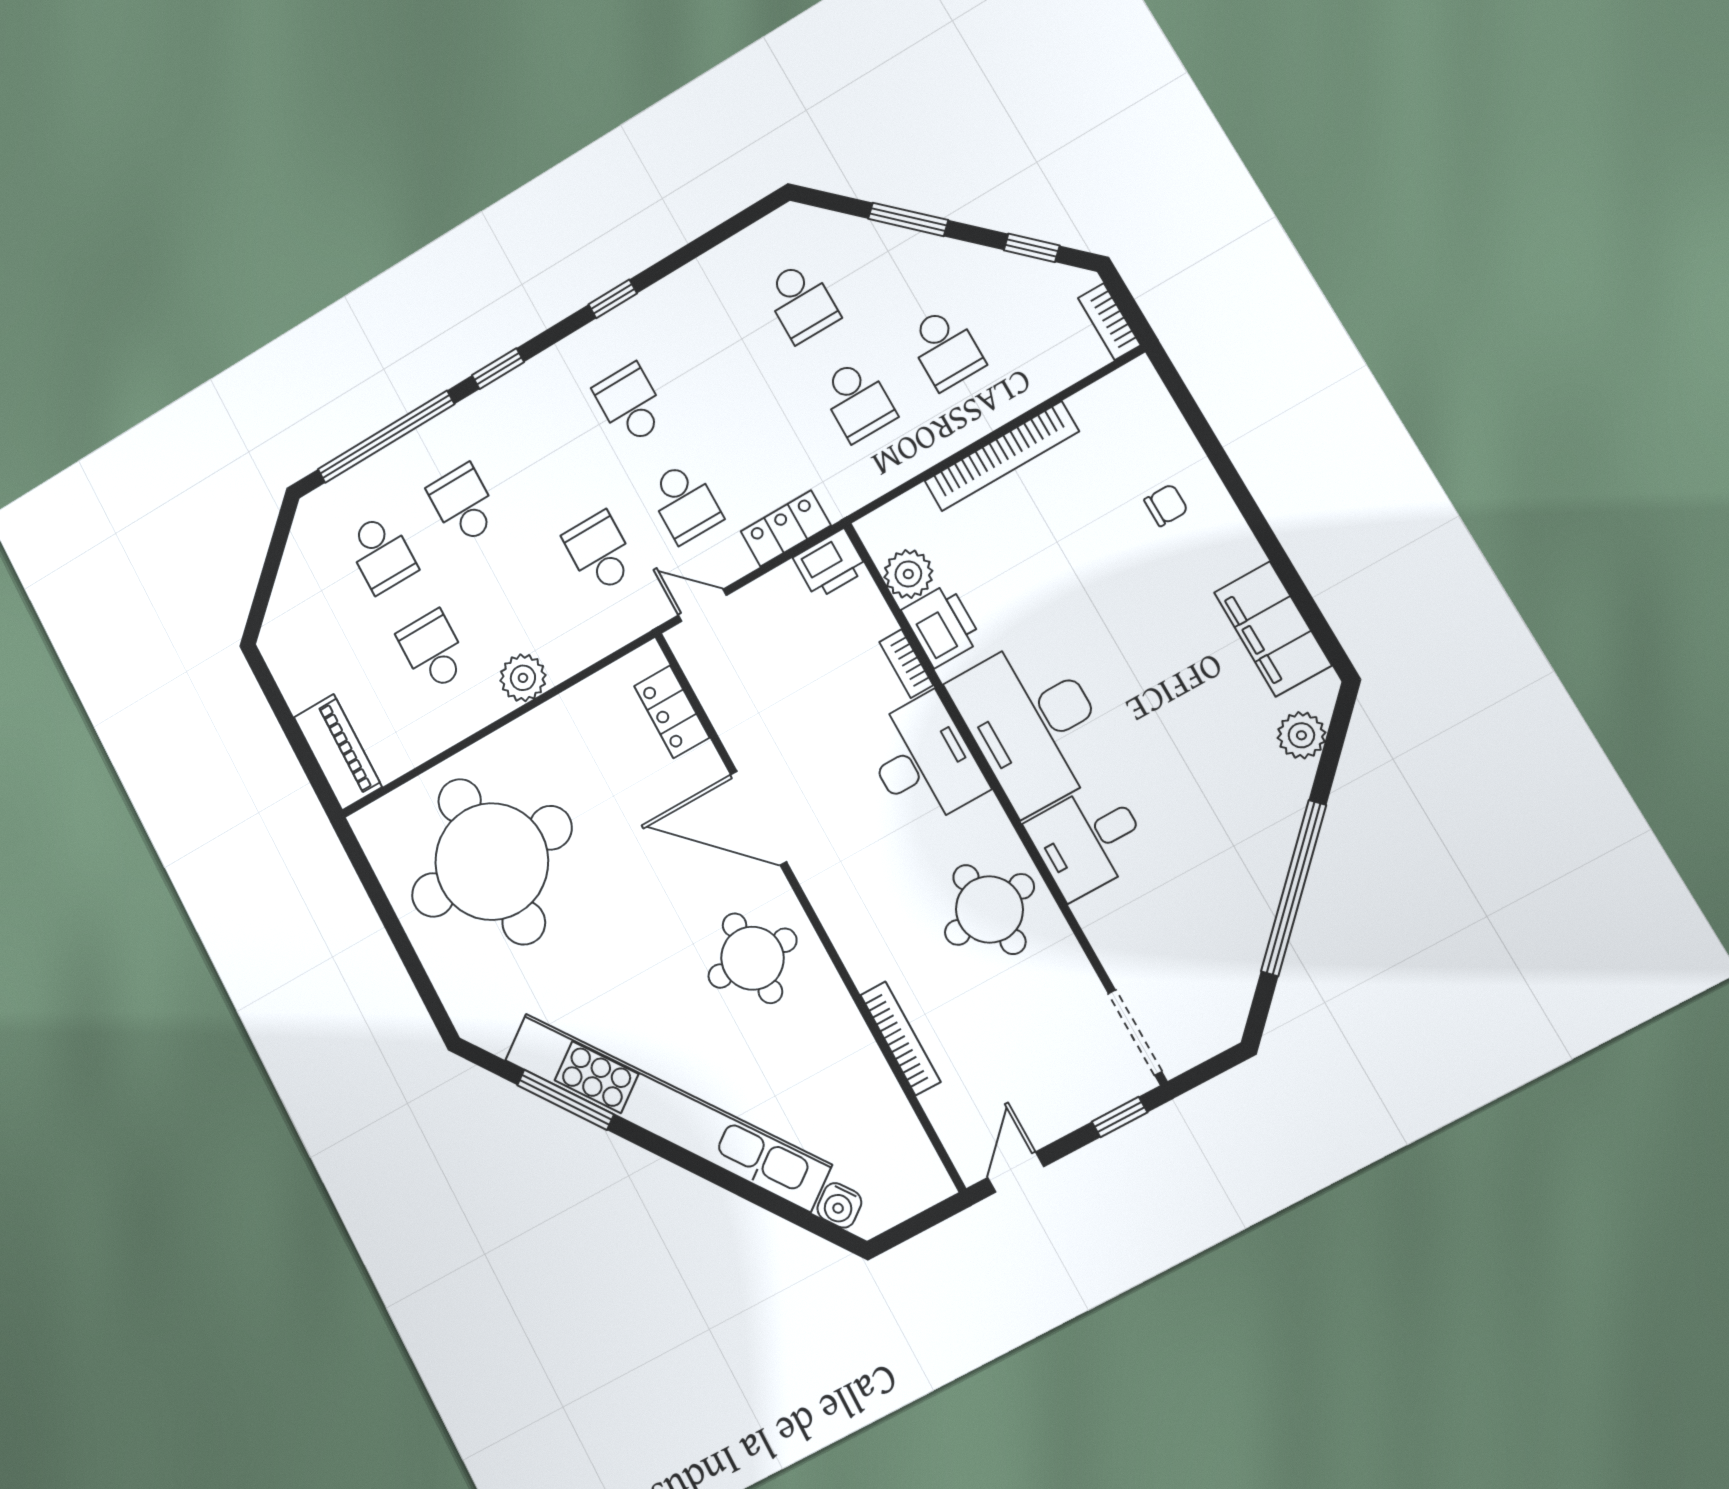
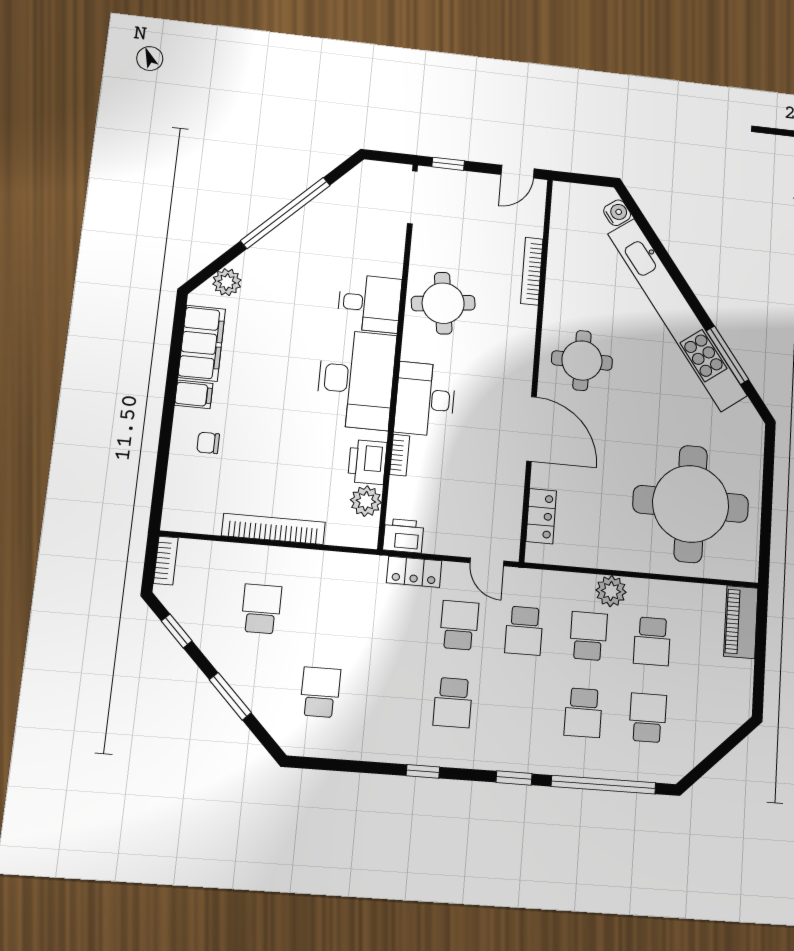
school desk: (858, 400) -> (588, 636), moved
filing cabinet: (1232, 554) -> (194, 394), added

